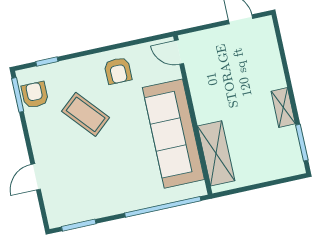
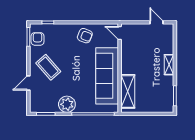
armchair: (118, 71) -> (85, 36), turned -68
shelving: (283, 108) -> (169, 65), moved
coffee table: (86, 114) -> (48, 67), moved
plant: (113, 200) -> (67, 104), added

